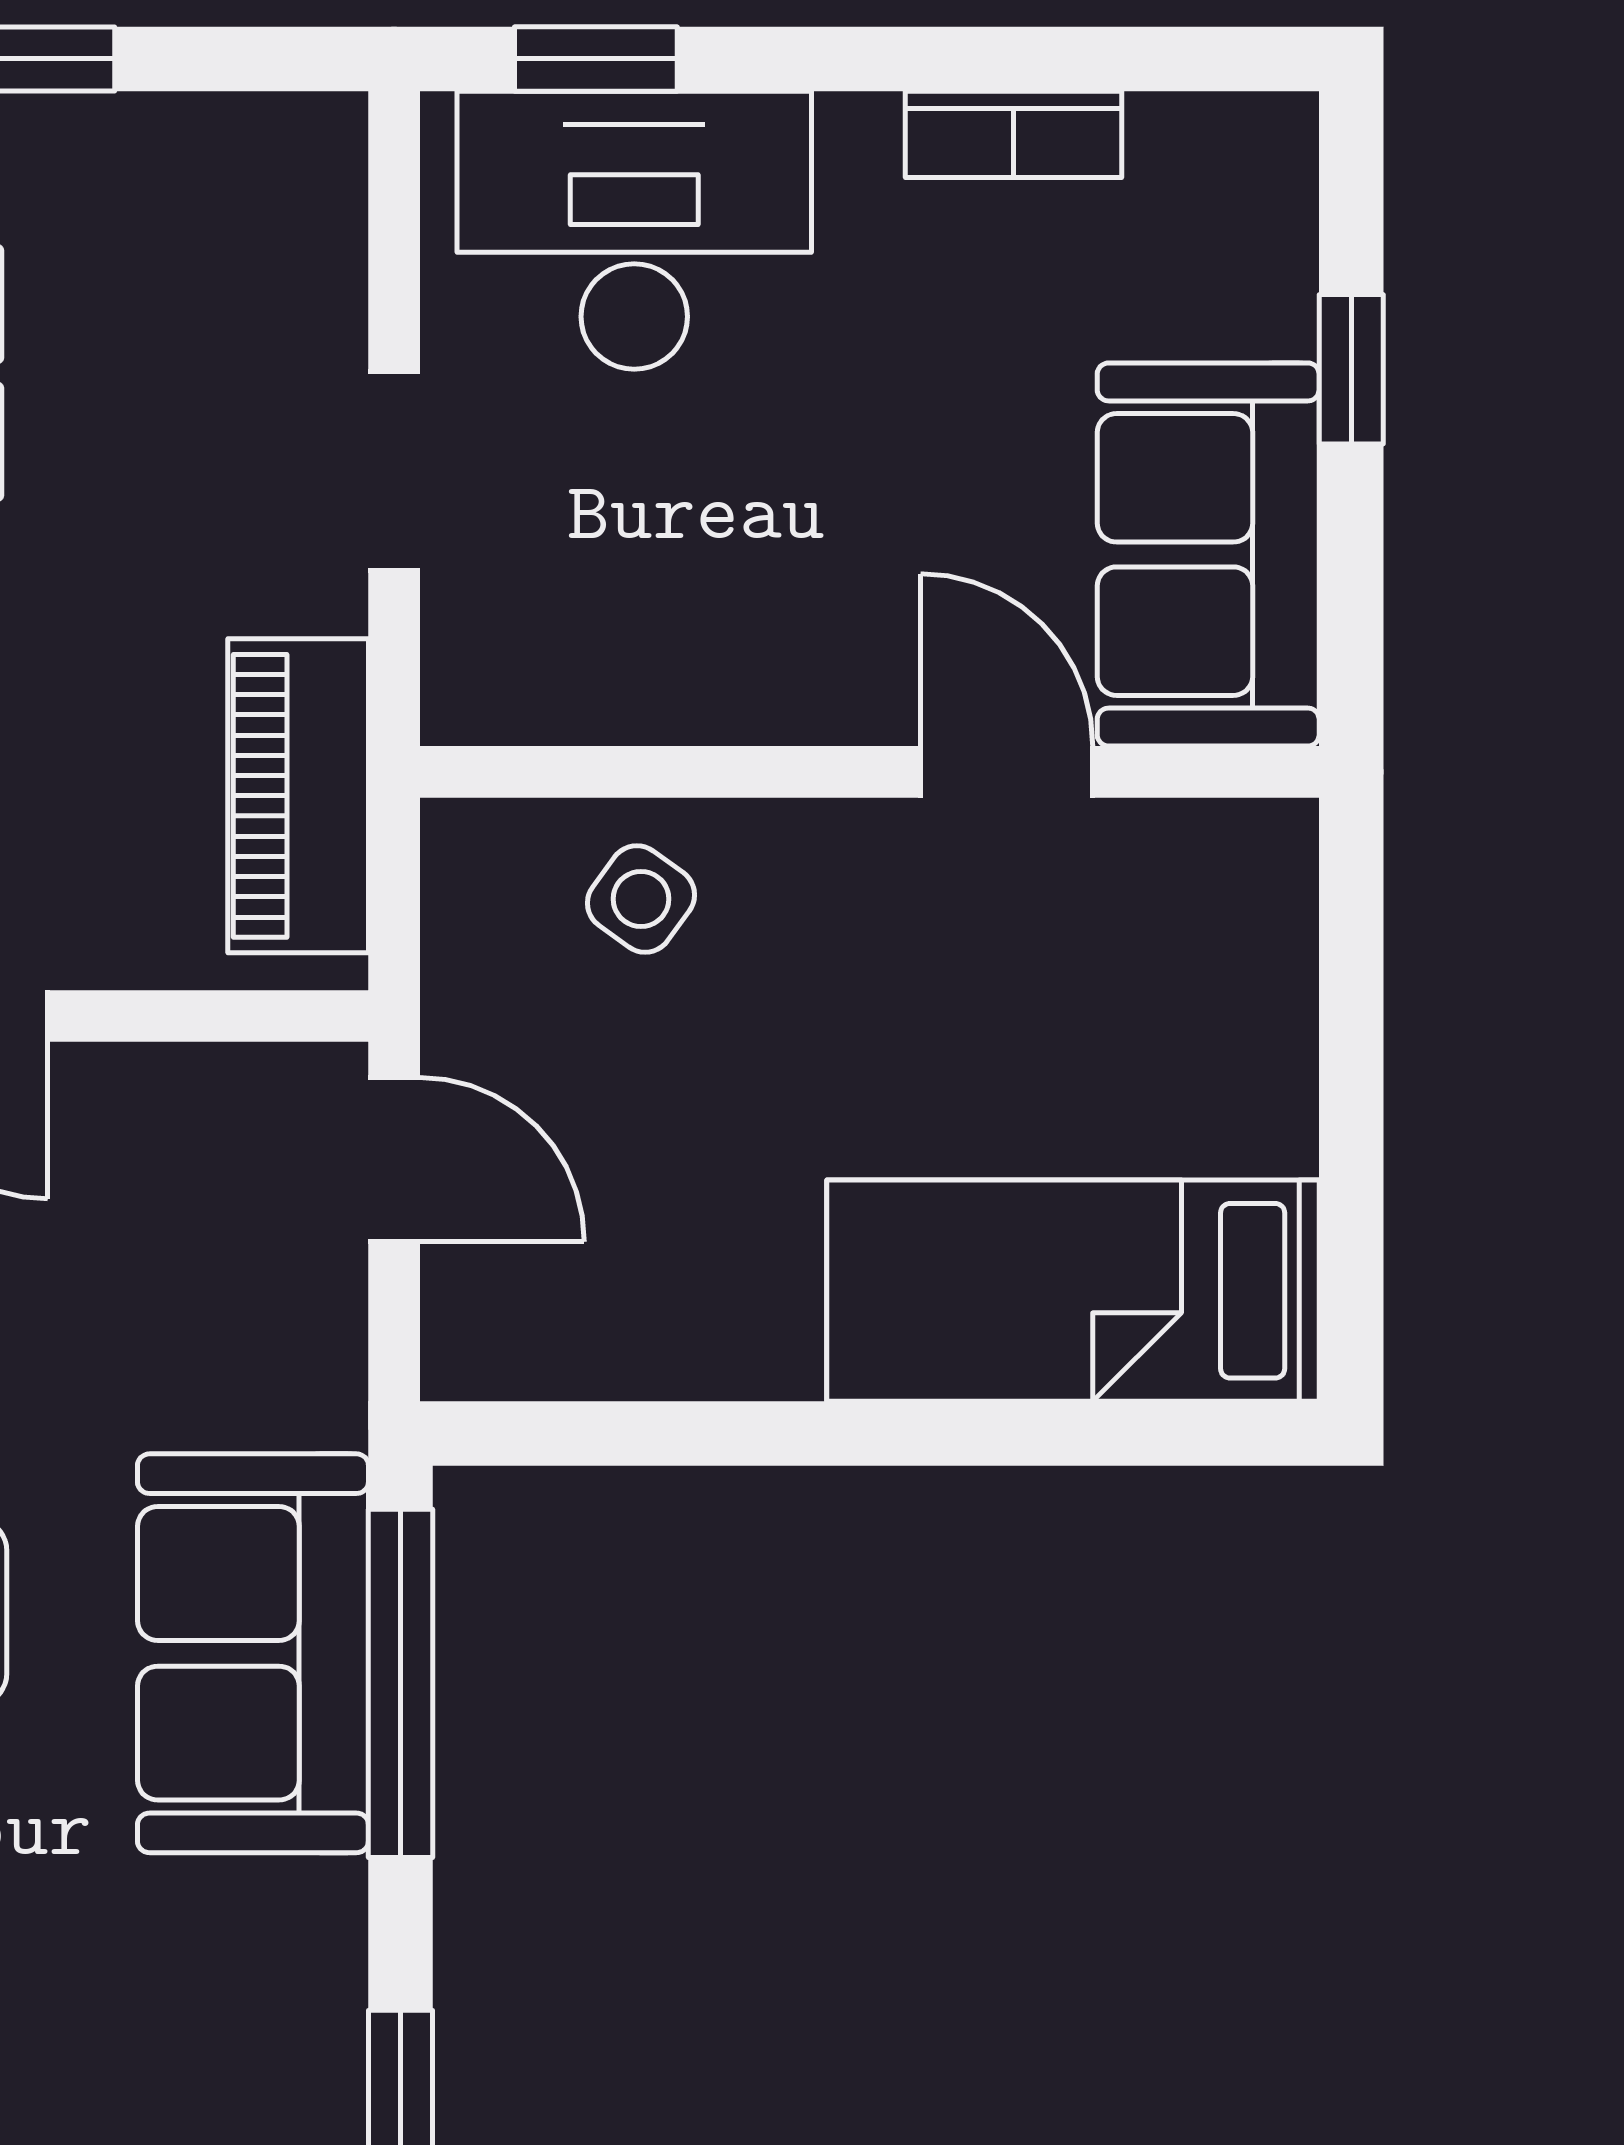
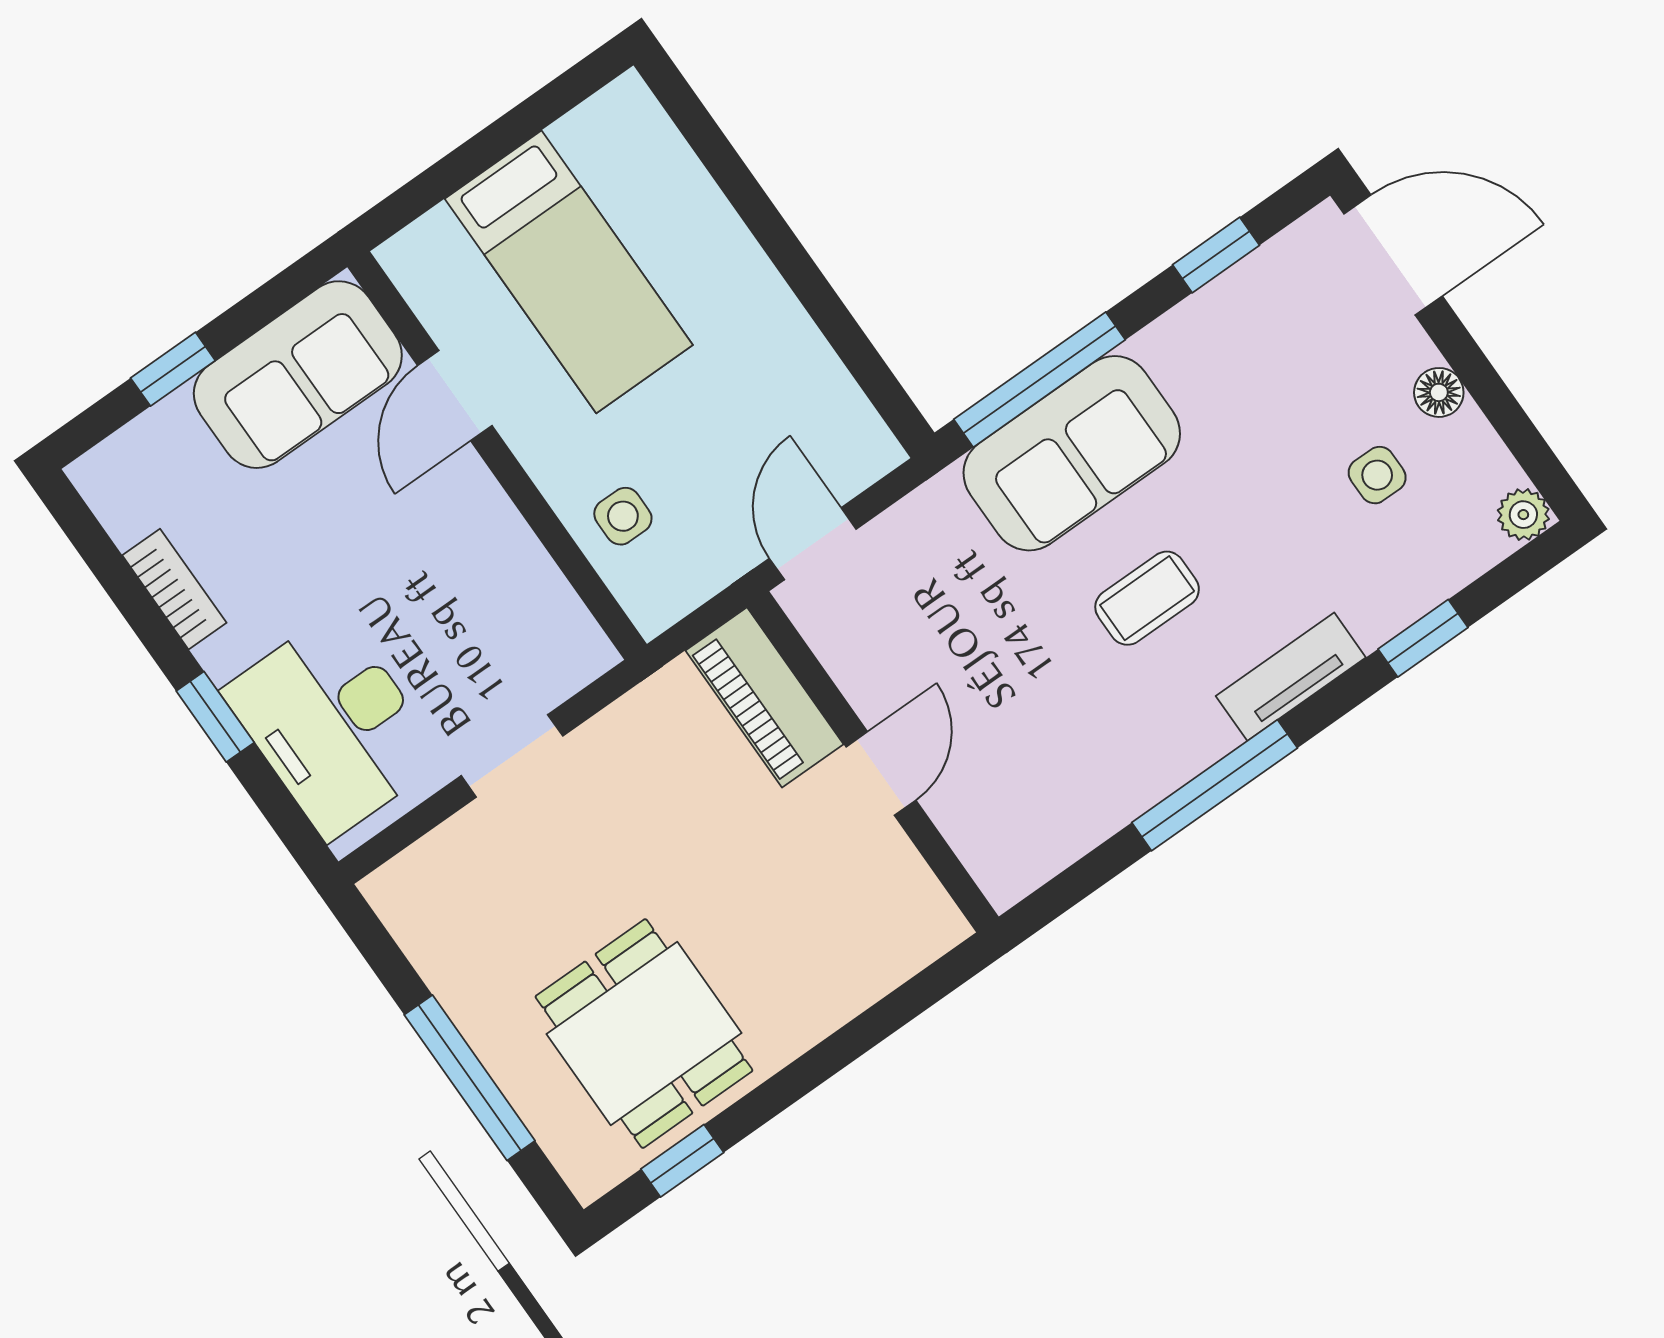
window: (596, 59) -> (215, 717), moved
piano: (298, 796) -> (765, 697), moved, turned 90
side table: (641, 899) -> (623, 516), turned -36
bed: (1073, 1291) -> (569, 272), moved

